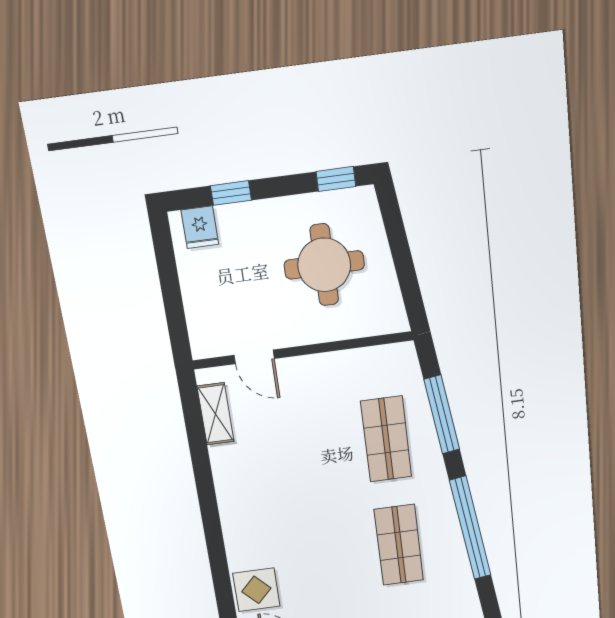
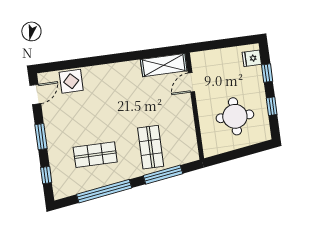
window: (336, 179) -> (272, 106), moved
shelving: (215, 414) -> (164, 65), width x1.50, depth x1.33
shop shelf: (386, 439) -> (151, 147), turned 90

